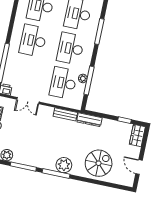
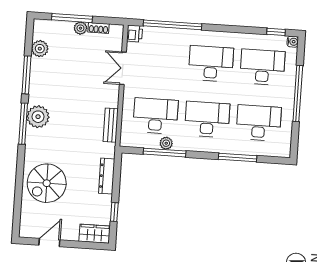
dresser: (89, 120) -> (107, 176), moved
spiral stairs: (99, 163) -> (47, 183), turned 90
plant: (64, 165) -> (38, 117), moved

